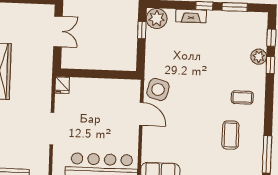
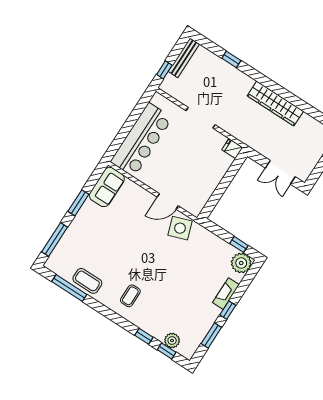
plant: (259, 57) -> (172, 340), moved
side table: (158, 89) -> (180, 228), turned -34
coffee table: (230, 135) -> (87, 281), moved

